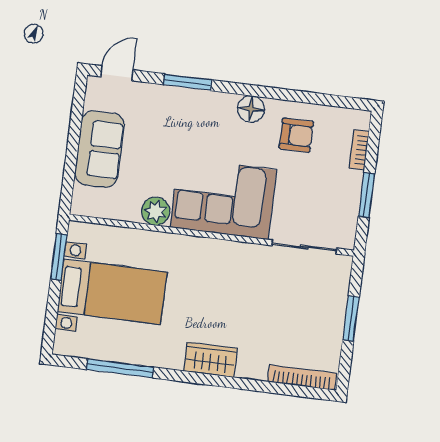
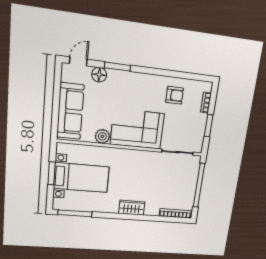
floor lamp: (251, 109) -> (99, 75), moved
sofa: (99, 149) -> (70, 111), width x1.36
window: (59, 257) -> (52, 173), moved
window: (351, 318) -> (199, 185), width x2.11
window: (120, 368) -> (75, 213), moved

